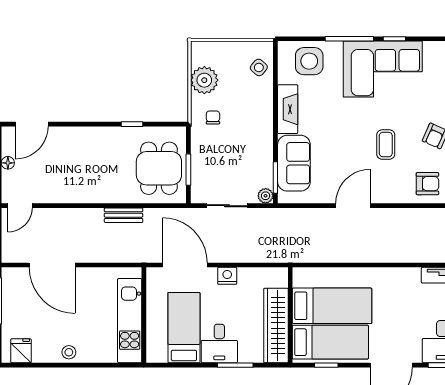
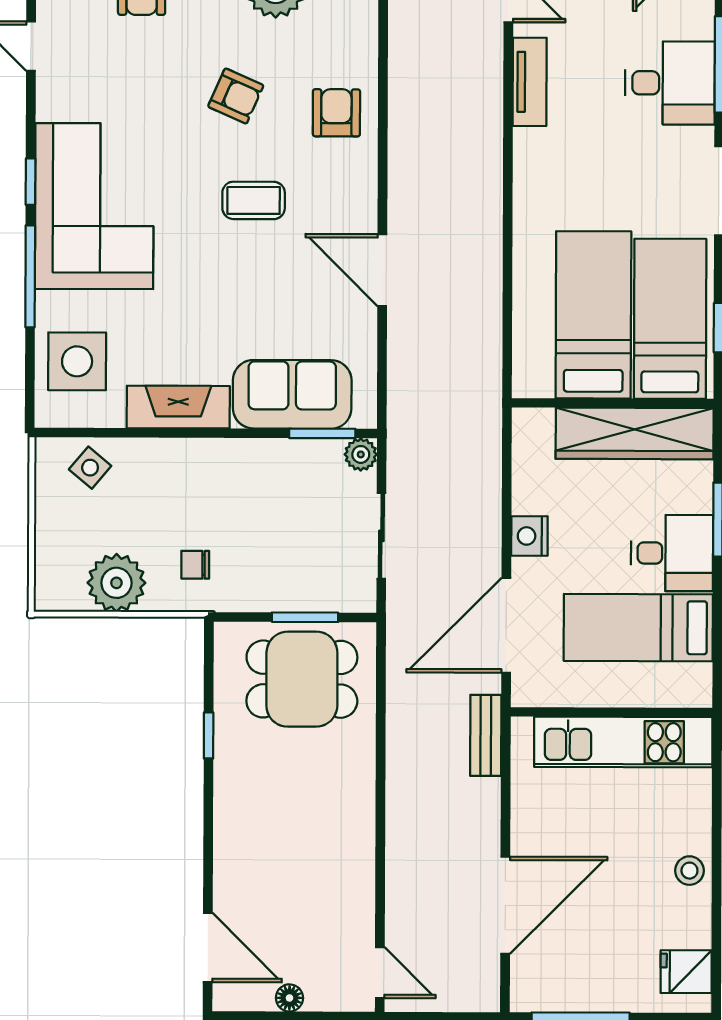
bench: (124, 215) -> (486, 735), moved

